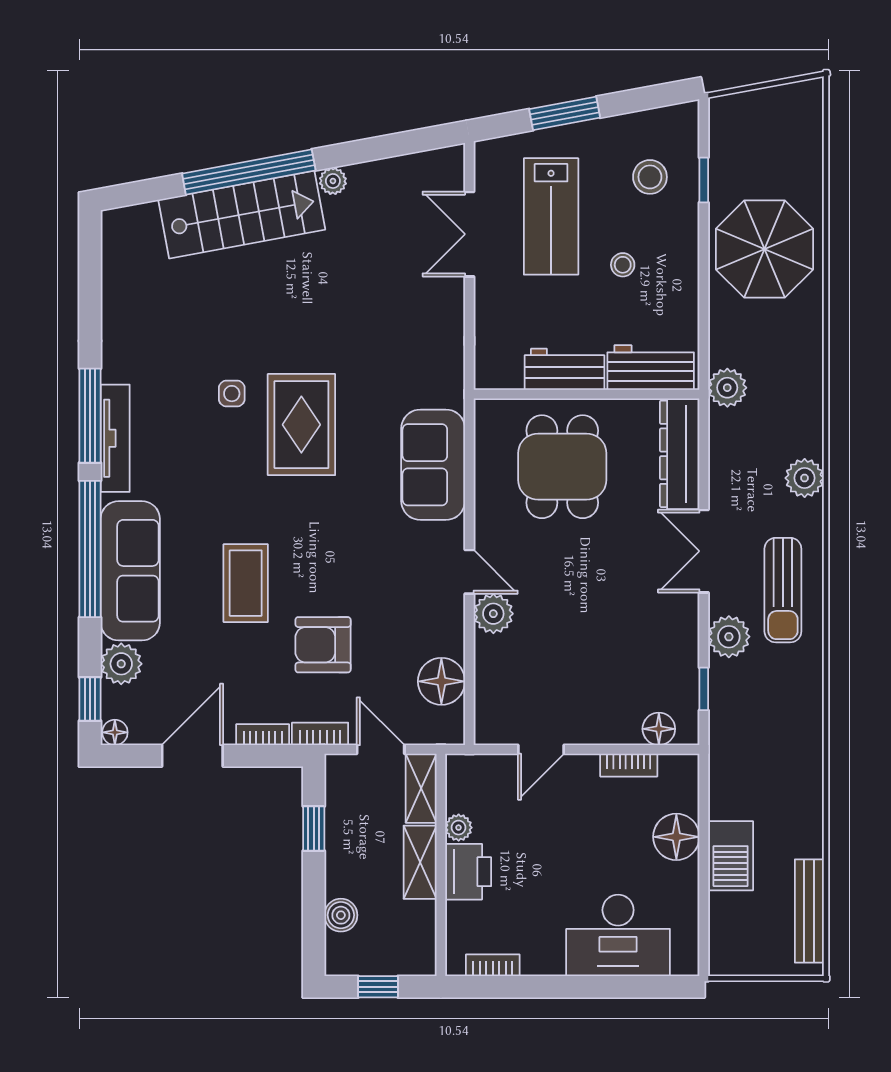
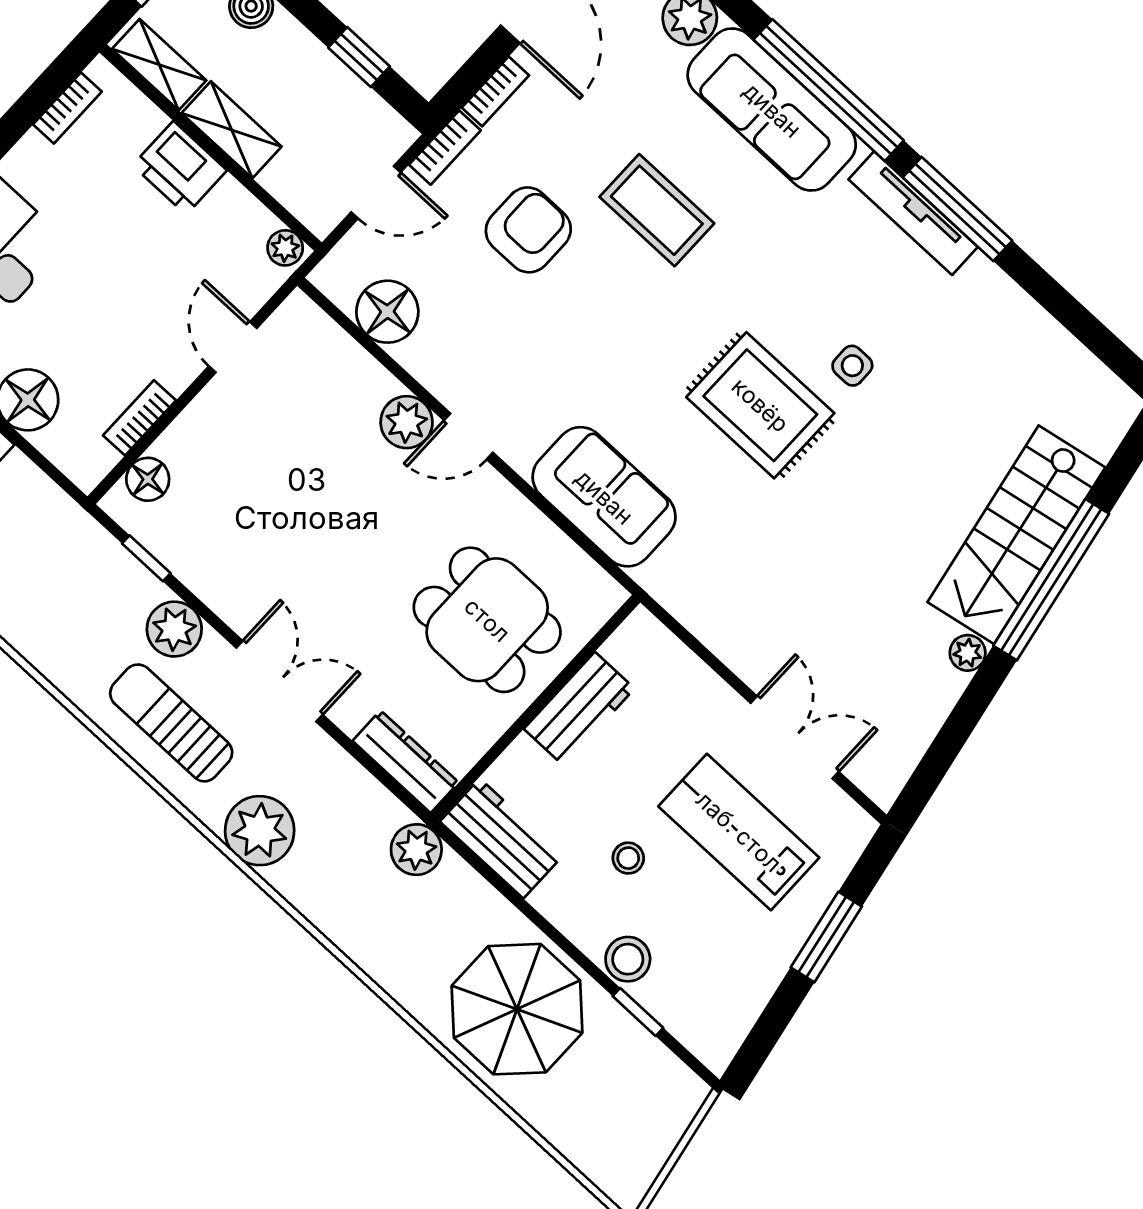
stool: (650, 177) -> (628, 959), moved
workbench: (651, 368) -> (502, 839), moved, turned -90
dresser: (680, 454) -> (406, 762), width x0.73, depth x0.80
plant: (805, 478) -> (260, 831), width x1.36, depth x1.36
shelving: (421, 788) -> (159, 65), moved
plant: (459, 828) -> (285, 248), moved

